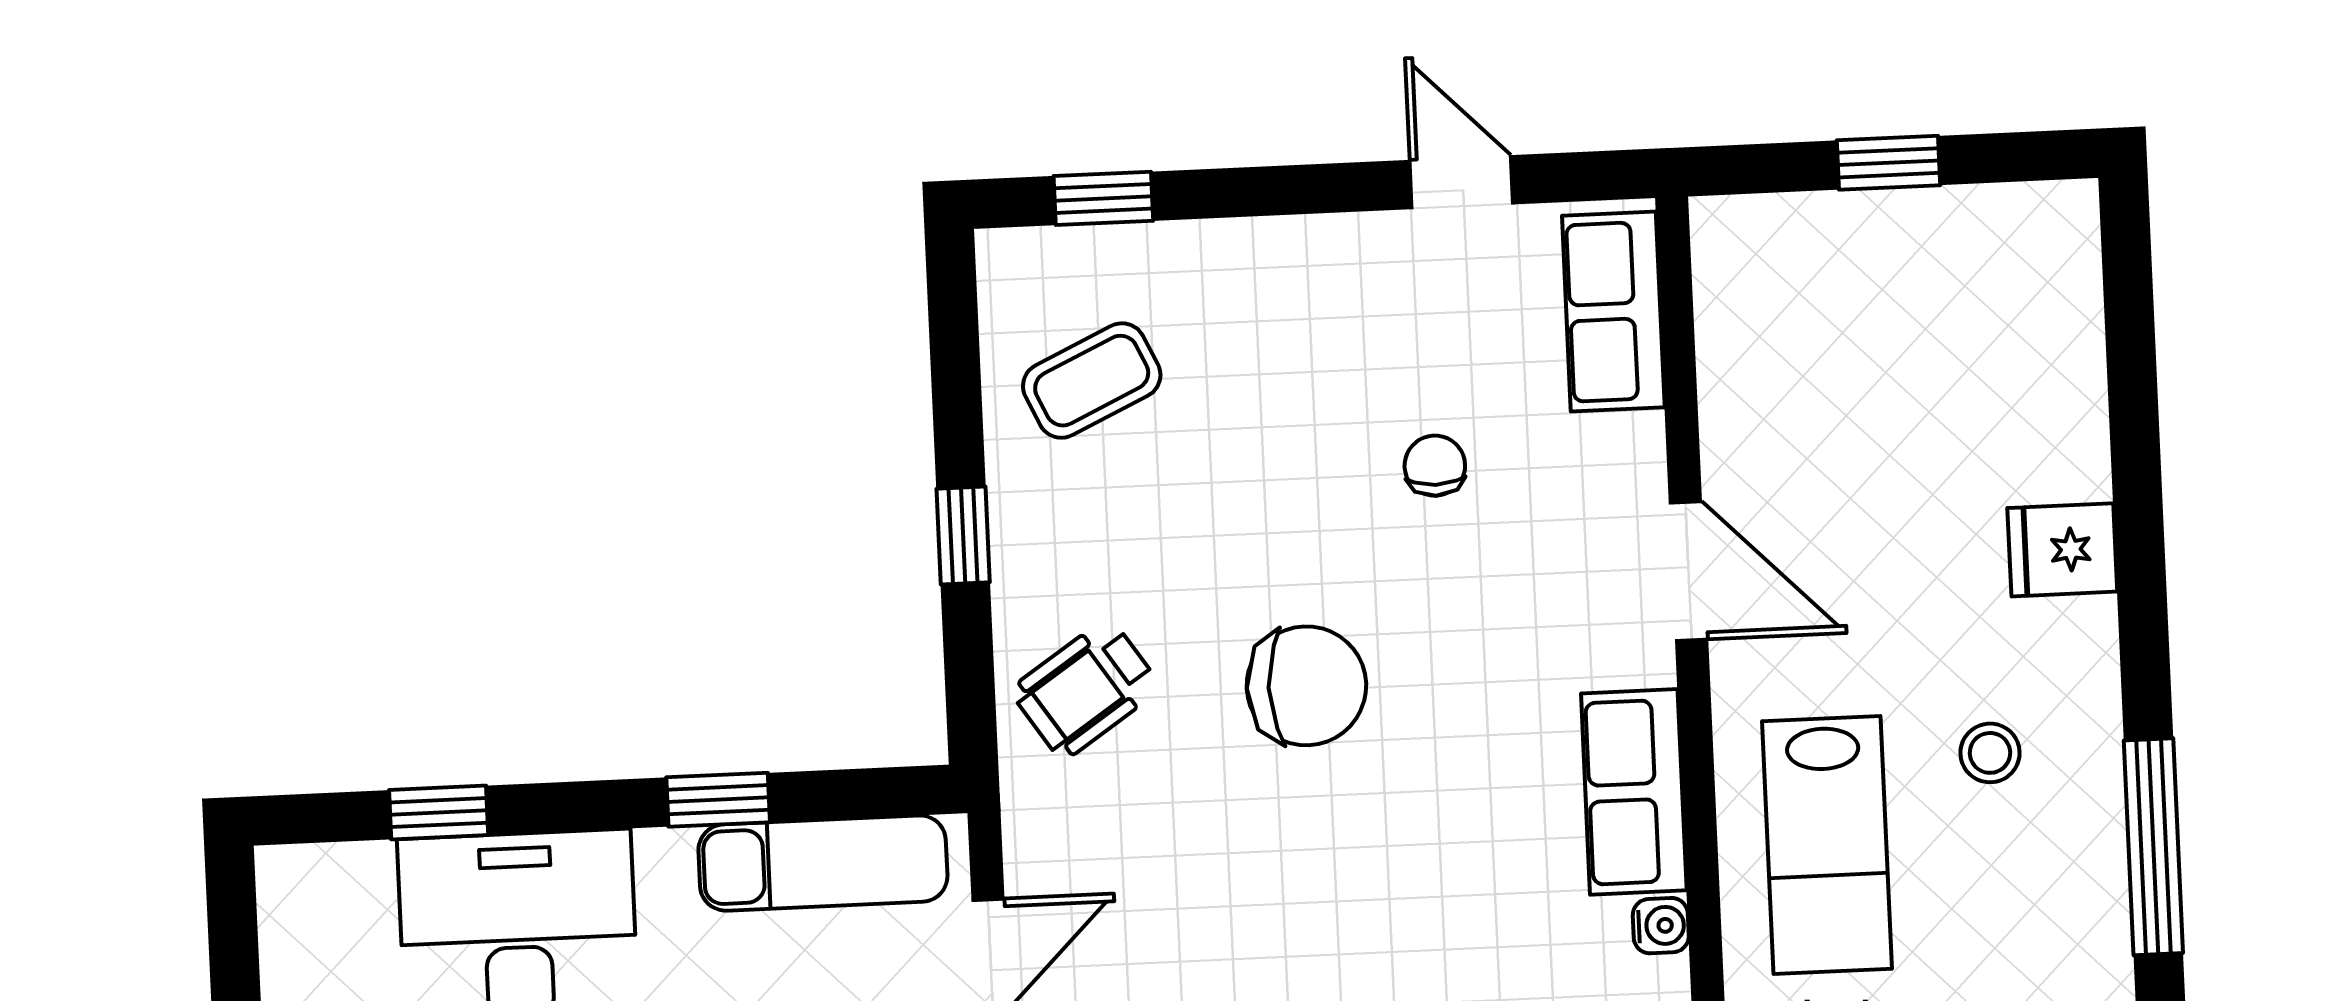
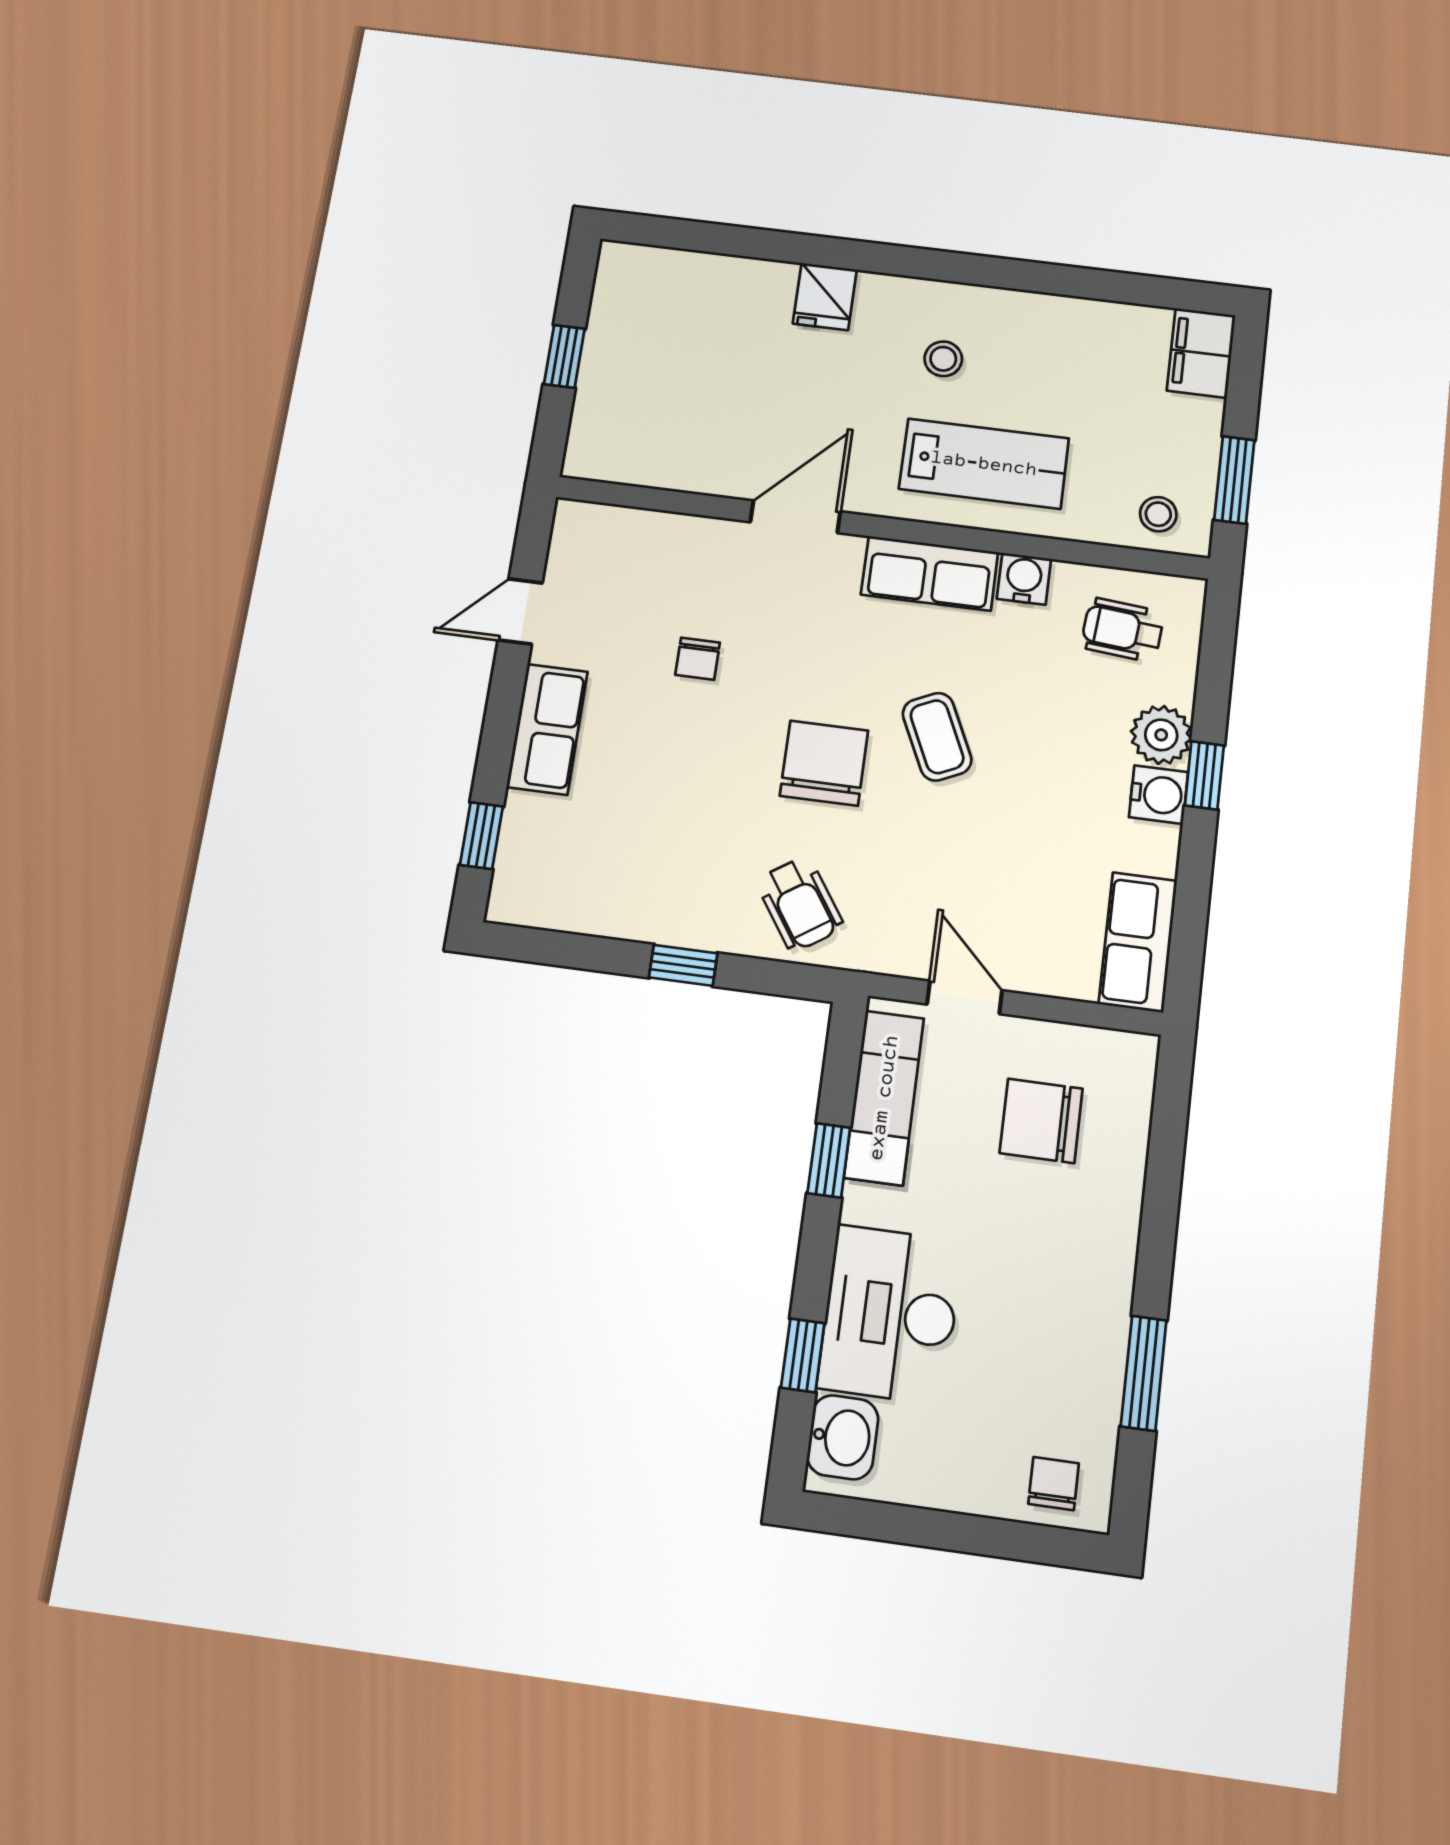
row of seats: (1613, 312) -> (547, 729), moved, turned -90
coffee table: (1092, 381) -> (937, 737), moved
chair: (1435, 466) -> (698, 659), turned -90
window: (2153, 847) -> (1019, 275), removed
washbasin: (337, 889) -> (843, 1437), added
water cooler: (1661, 926) -> (1024, 579), width x1.38, depth x1.38

